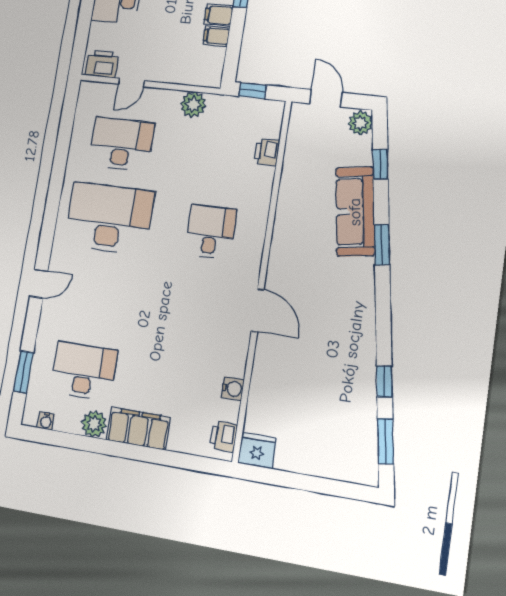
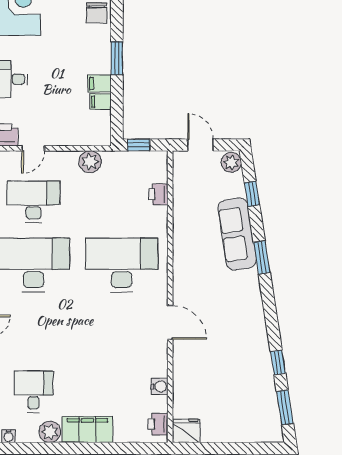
desk: (210, 232) -> (122, 265), width x1.87, depth x1.30
desk: (84, 371) -> (33, 392), width x0.73

